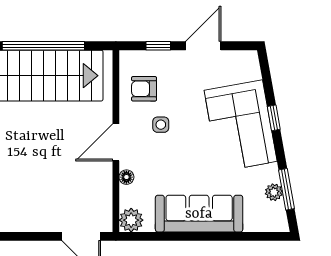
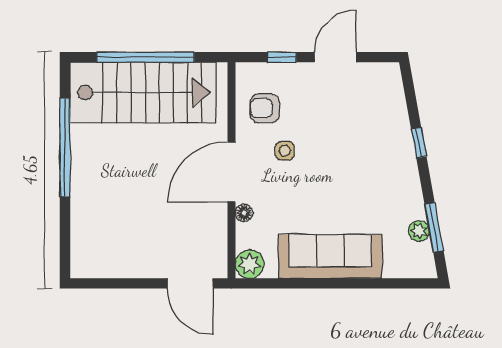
corner sofa: (241, 126) -> (379, 152), removed
door: (116, 142) -> (231, 172), width x1.36

